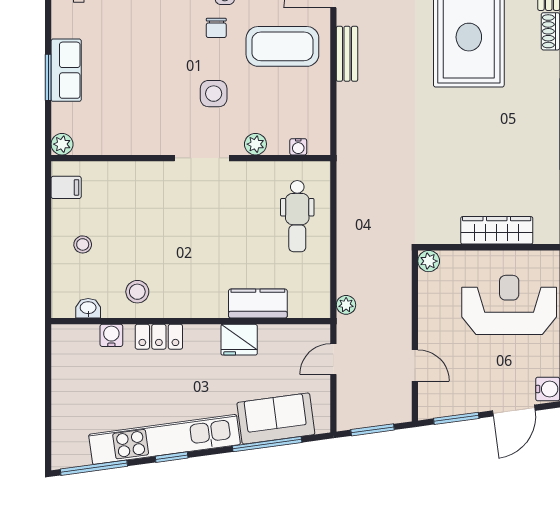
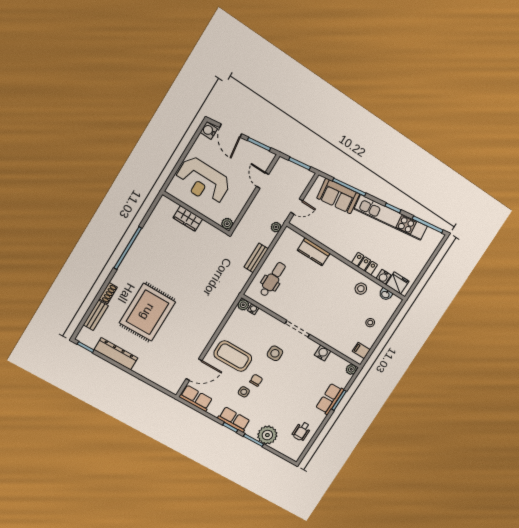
bench: (347, 54) -> (256, 258), moved
water cooler: (131, 143) -> (323, 353), added
plant: (255, 144) -> (243, 305), moved
wardrobe: (497, 230) -> (188, 218), width x0.67
fridge: (239, 340) -> (397, 283), moved
door: (514, 411) -> (231, 131), swing flipped

